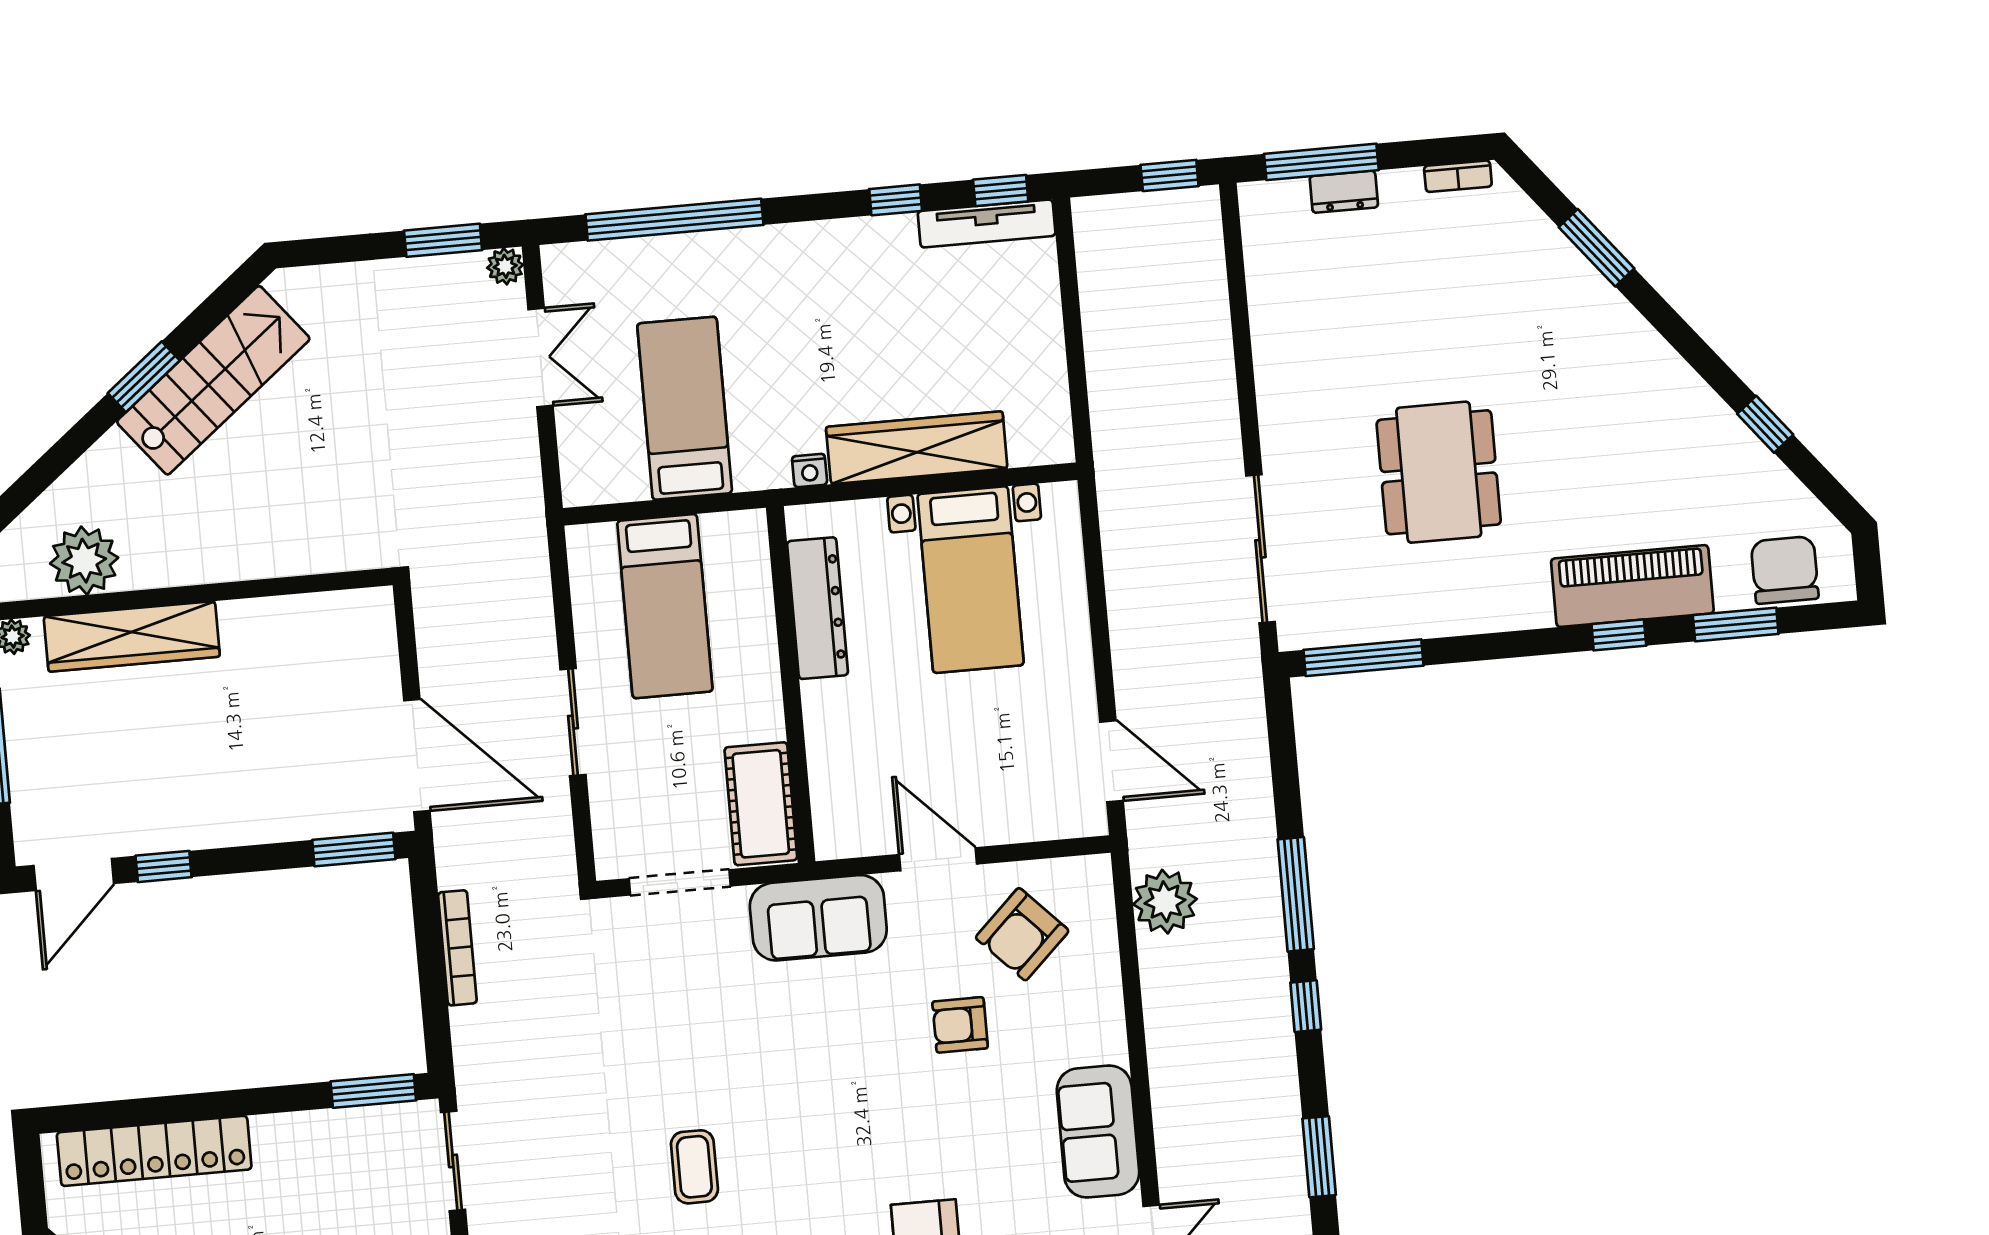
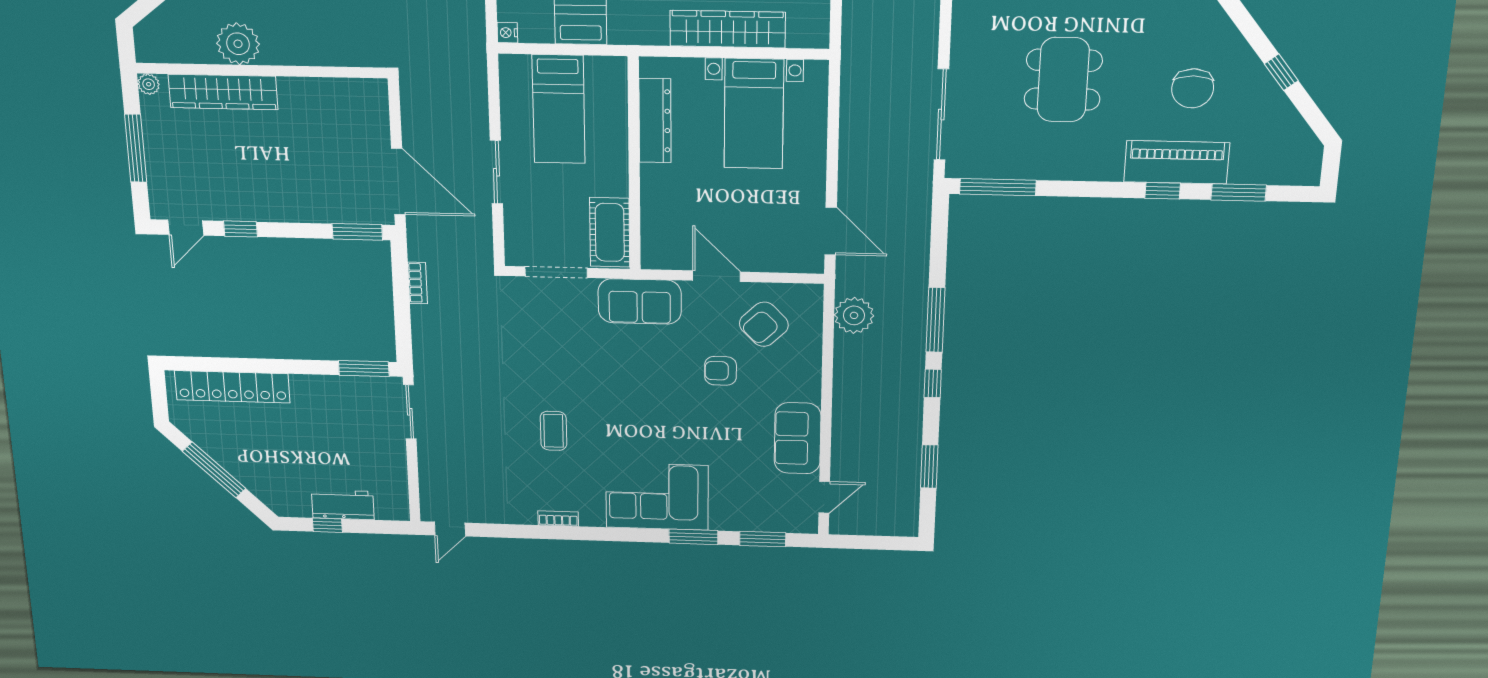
nightstand: (810, 470) -> (507, 33), moved, turned 90
plant: (84, 561) -> (238, 44), moved
chair: (1785, 570) -> (1193, 88), moved, turned 180
door: (74, 874) -> (186, 228), width x0.73
bookcase: (457, 948) -> (418, 283), width x0.64

